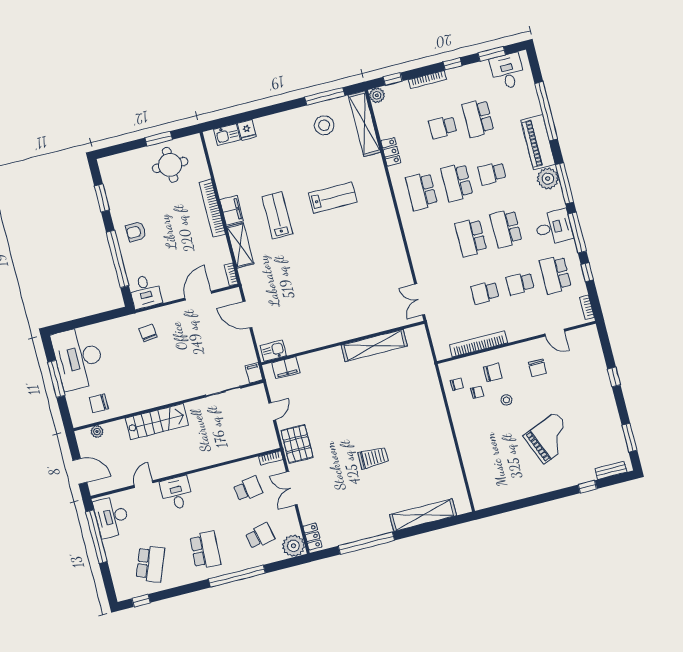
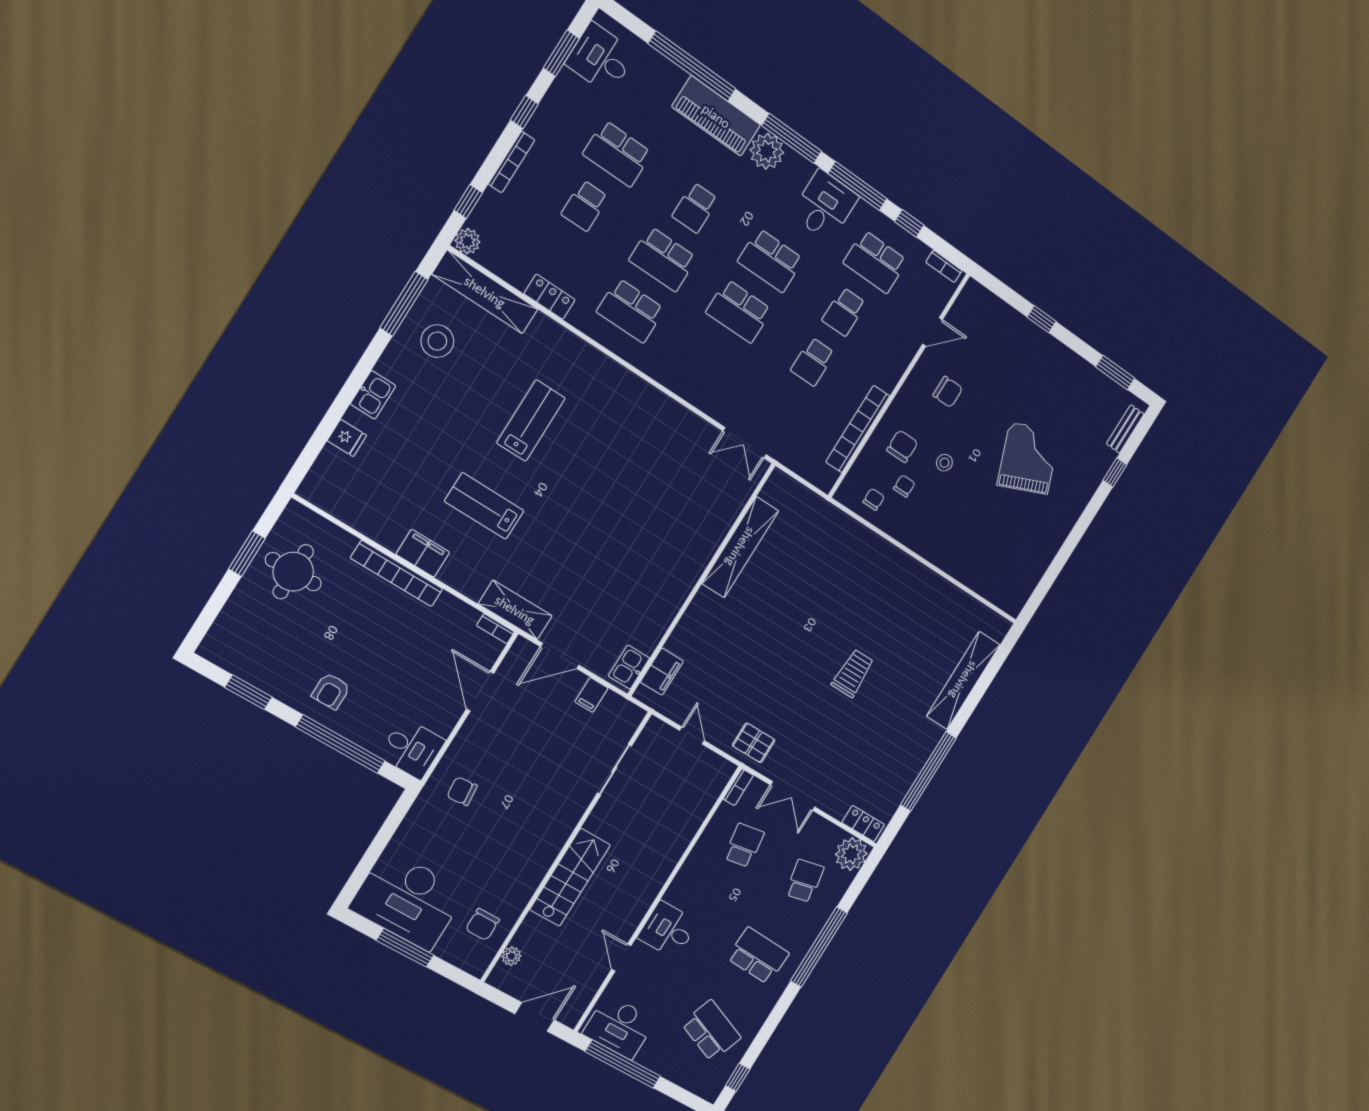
kitchen sink: (227, 135) -> (373, 395), moved
shelving: (240, 245) -> (515, 610), moved
filing cabinet: (254, 373) -> (591, 695), moved, turned -90
pallet: (297, 444) -> (754, 743), width x0.67, depth x0.71

